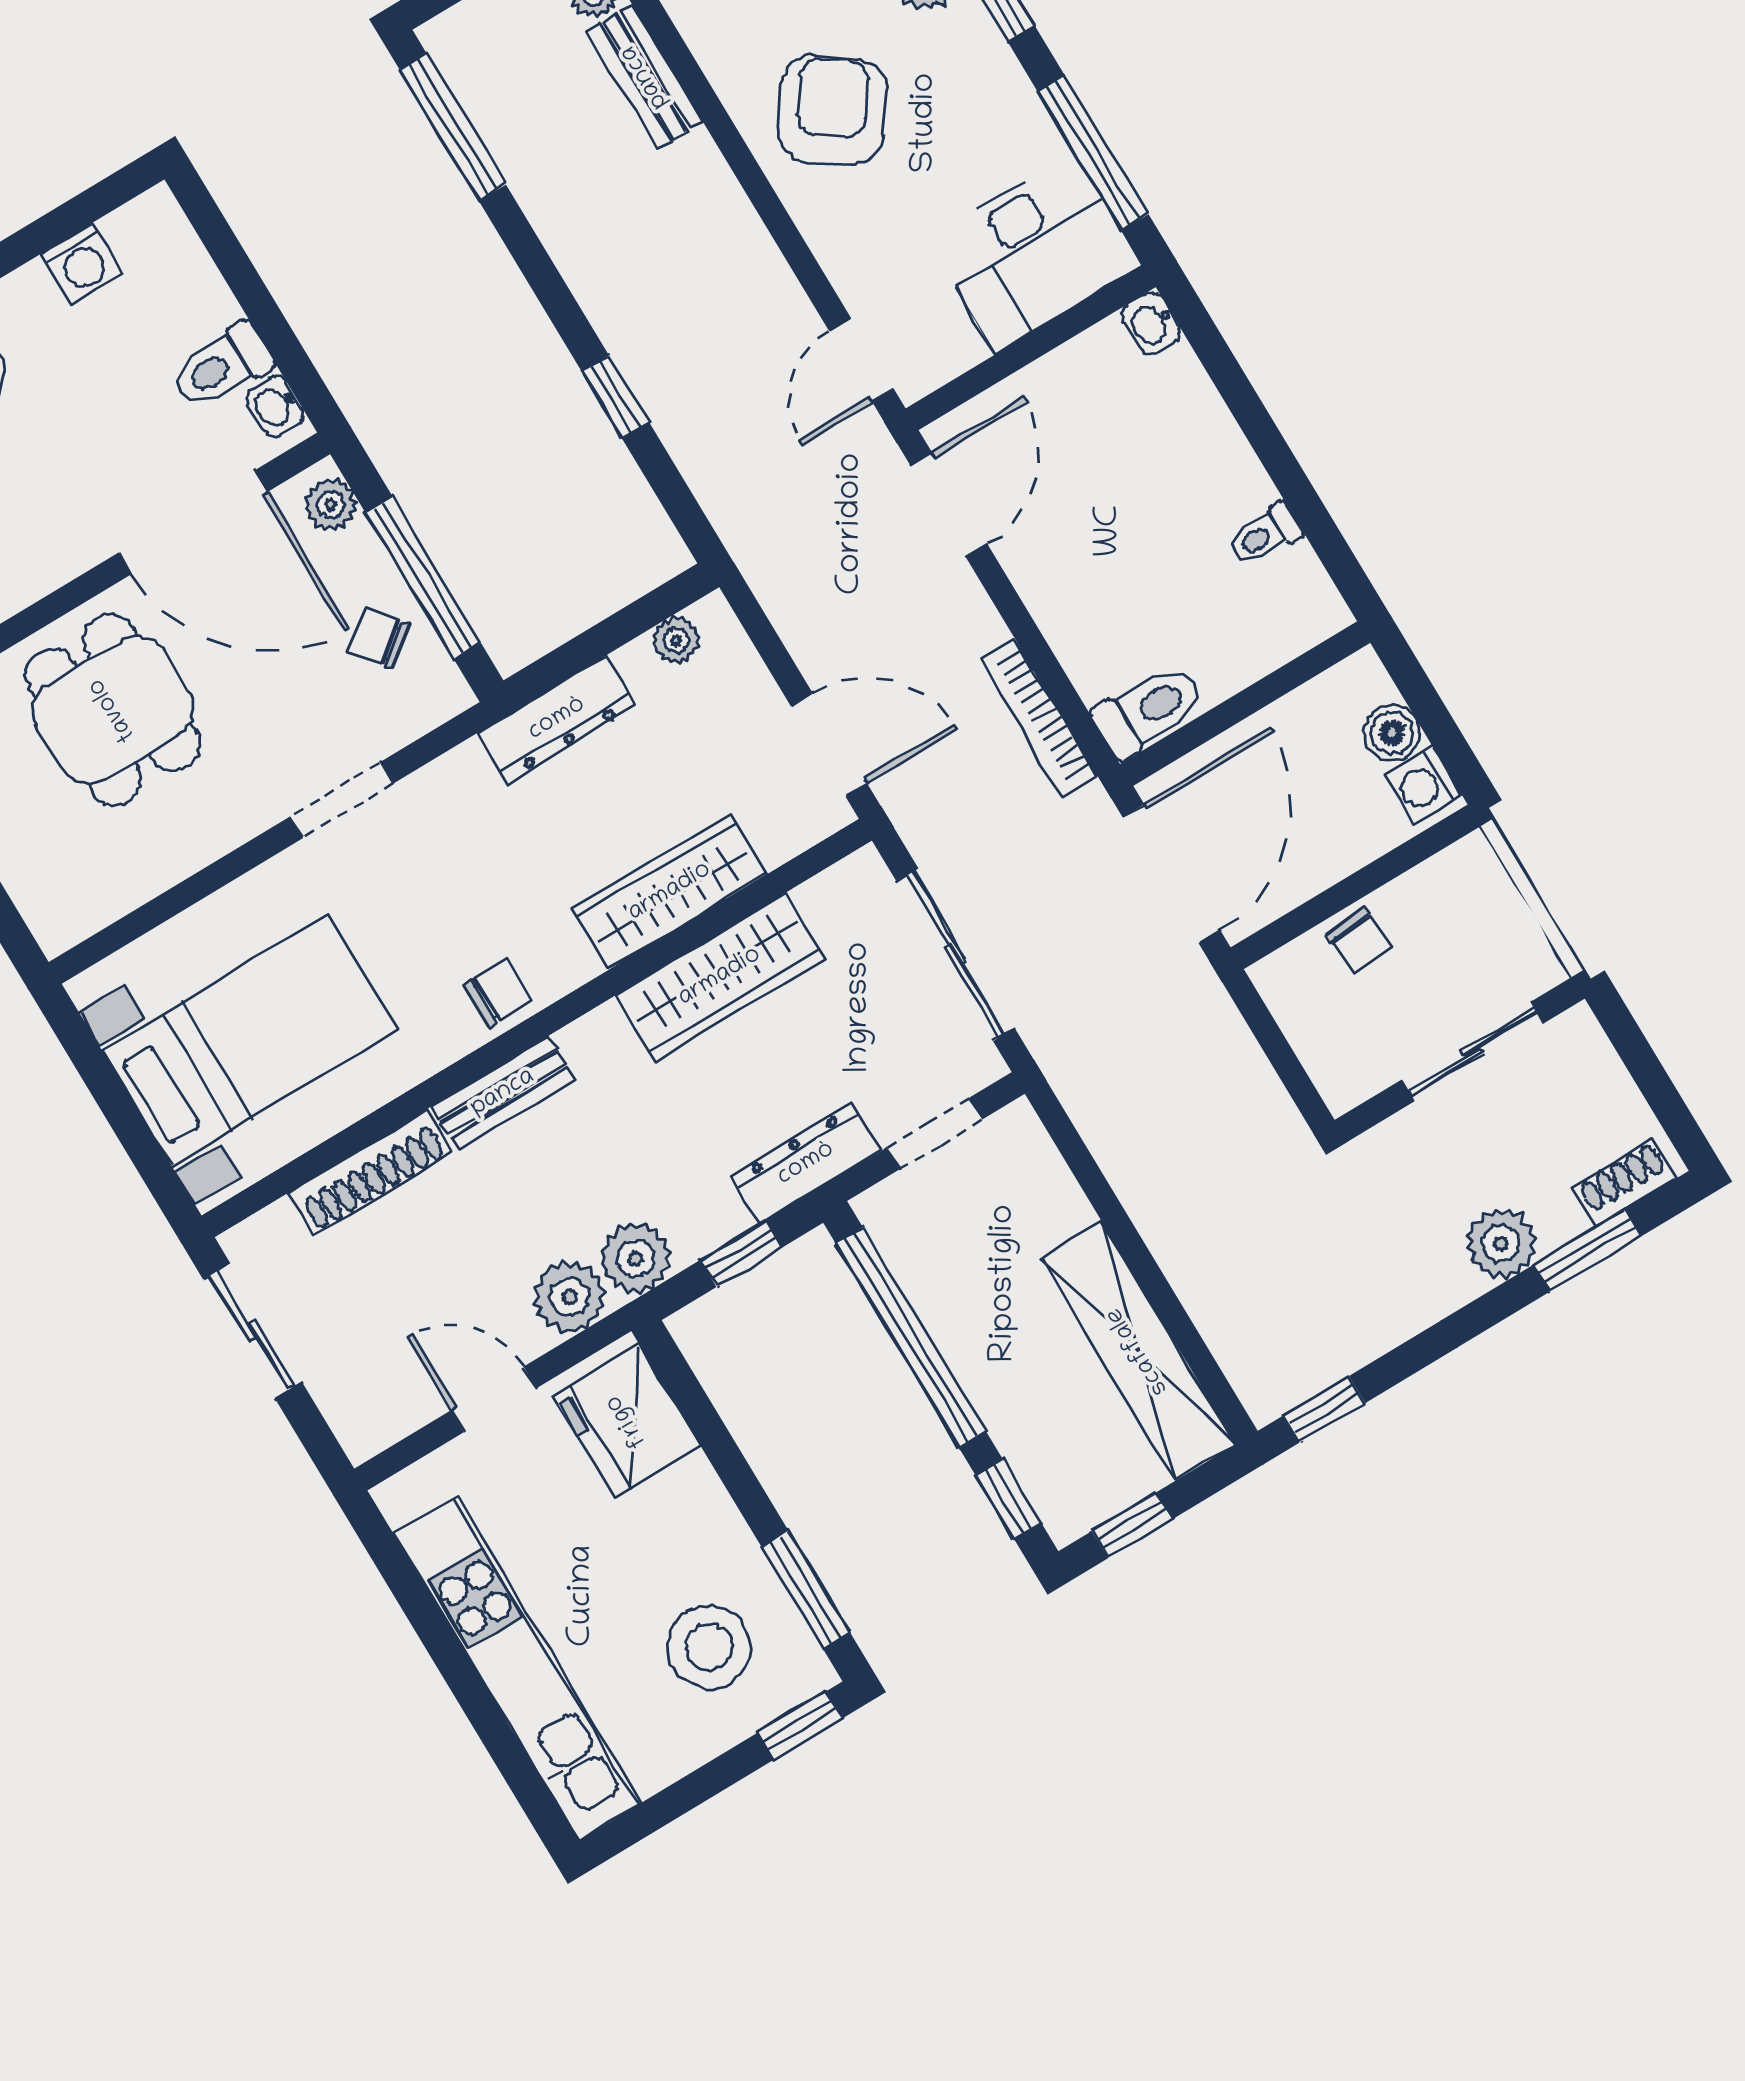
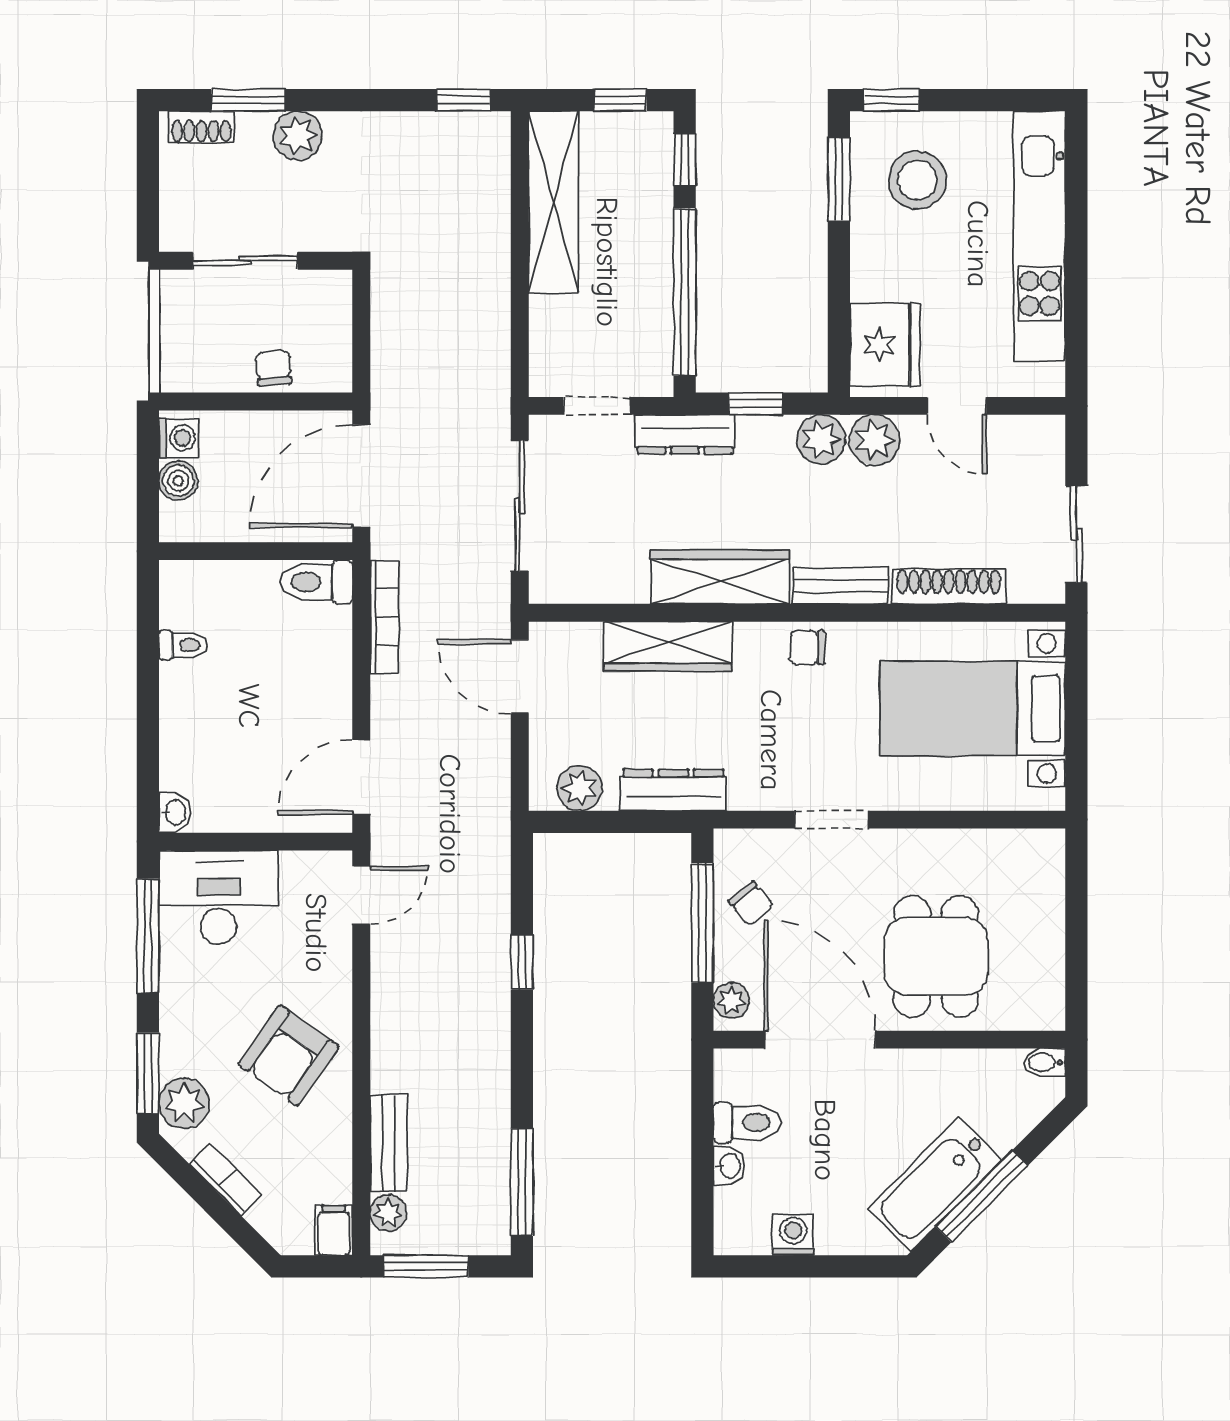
washbasin: (275, 406) -> (729, 1166), moved
plant: (676, 640) -> (580, 788), width x1.38, depth x1.38
wardrobe: (720, 977) -> (720, 577), moved

